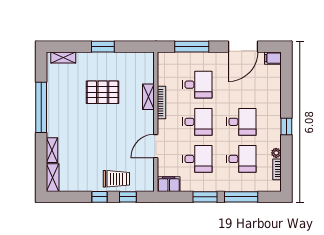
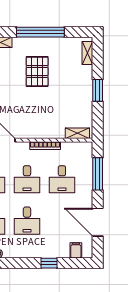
filing cabinet: (273, 58) -> (76, 250), moved
pallet: (103, 92) -> (37, 72), moved
shelving: (148, 97) -> (77, 133), moved
window: (286, 127) -> (49, 263), moved

